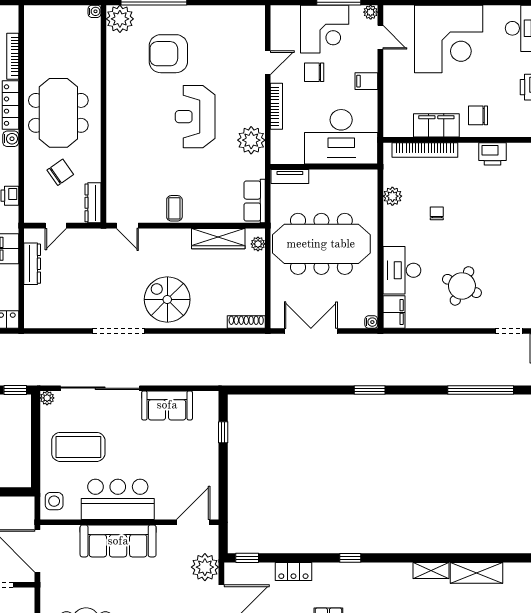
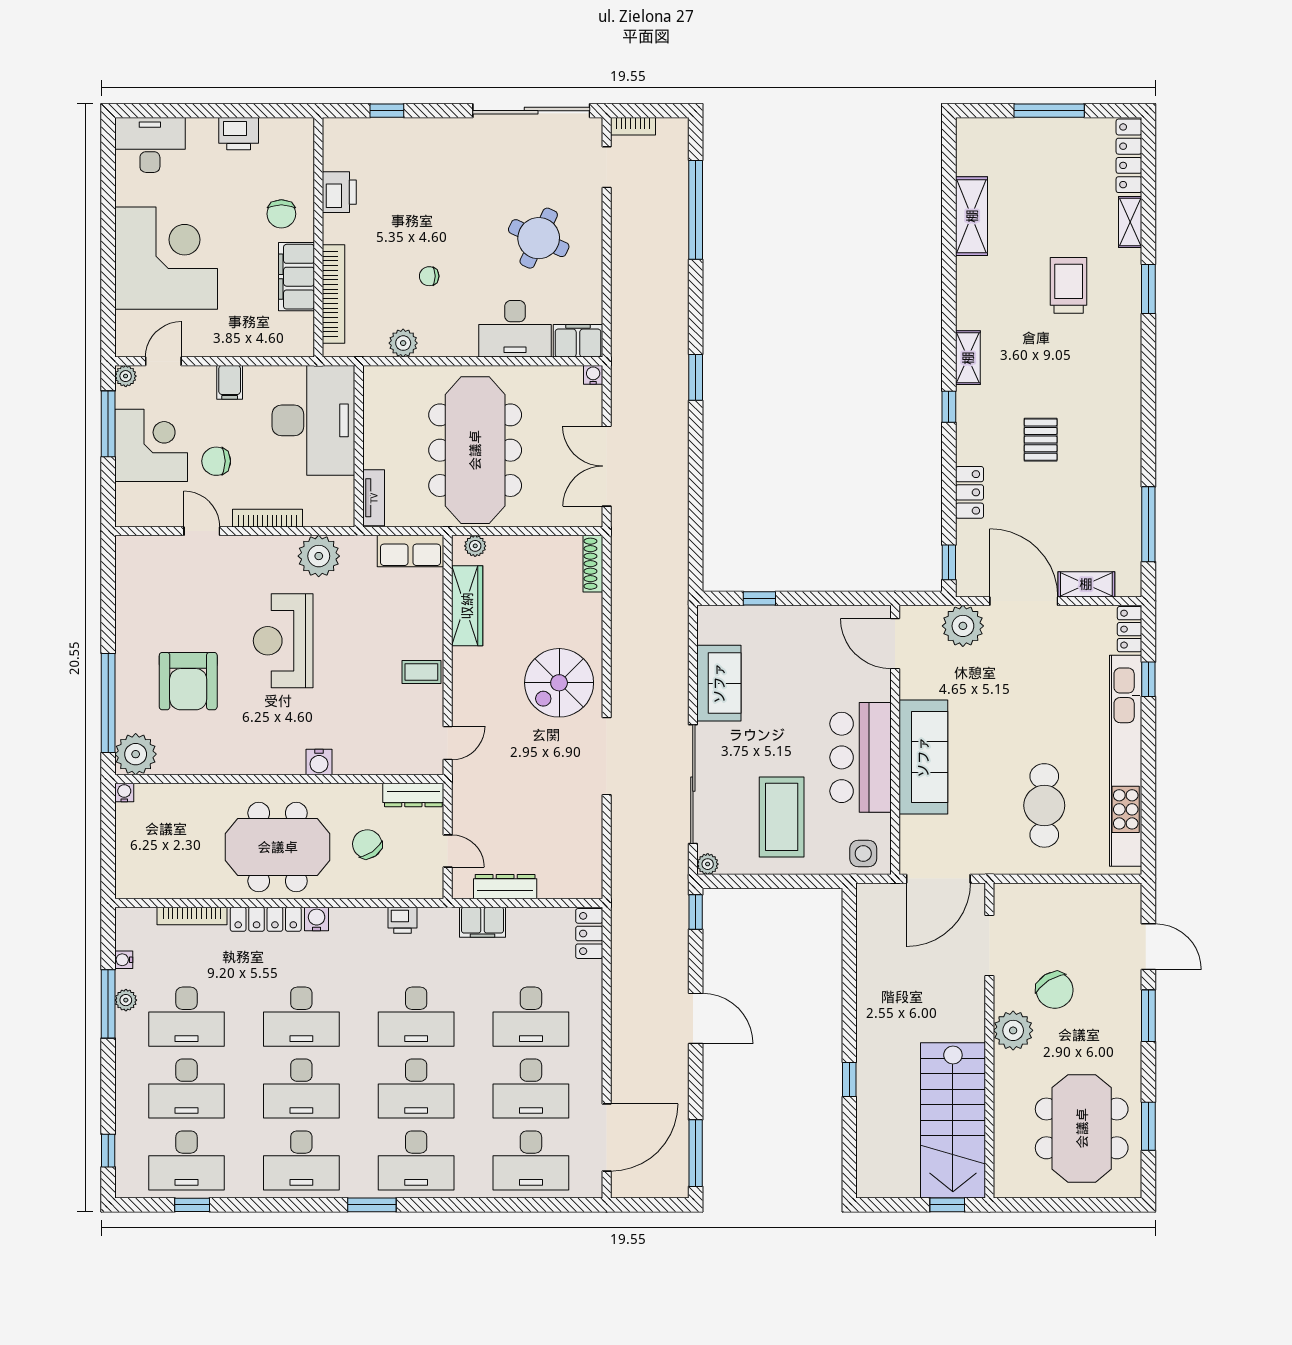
chair: (314, 72) -> (216, 461), turned 90
reception desk: (195, 117) -> (283, 641), turned 90
water cooler: (115, 140) -> (319, 762), added
shelving: (431, 570) -> (968, 358), moved

